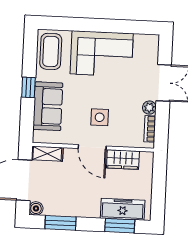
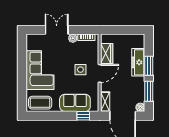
window: (28, 87) -> (83, 116), moved
freezer: (123, 209) -> (138, 62), moved
window: (120, 226) -> (149, 66), moved

